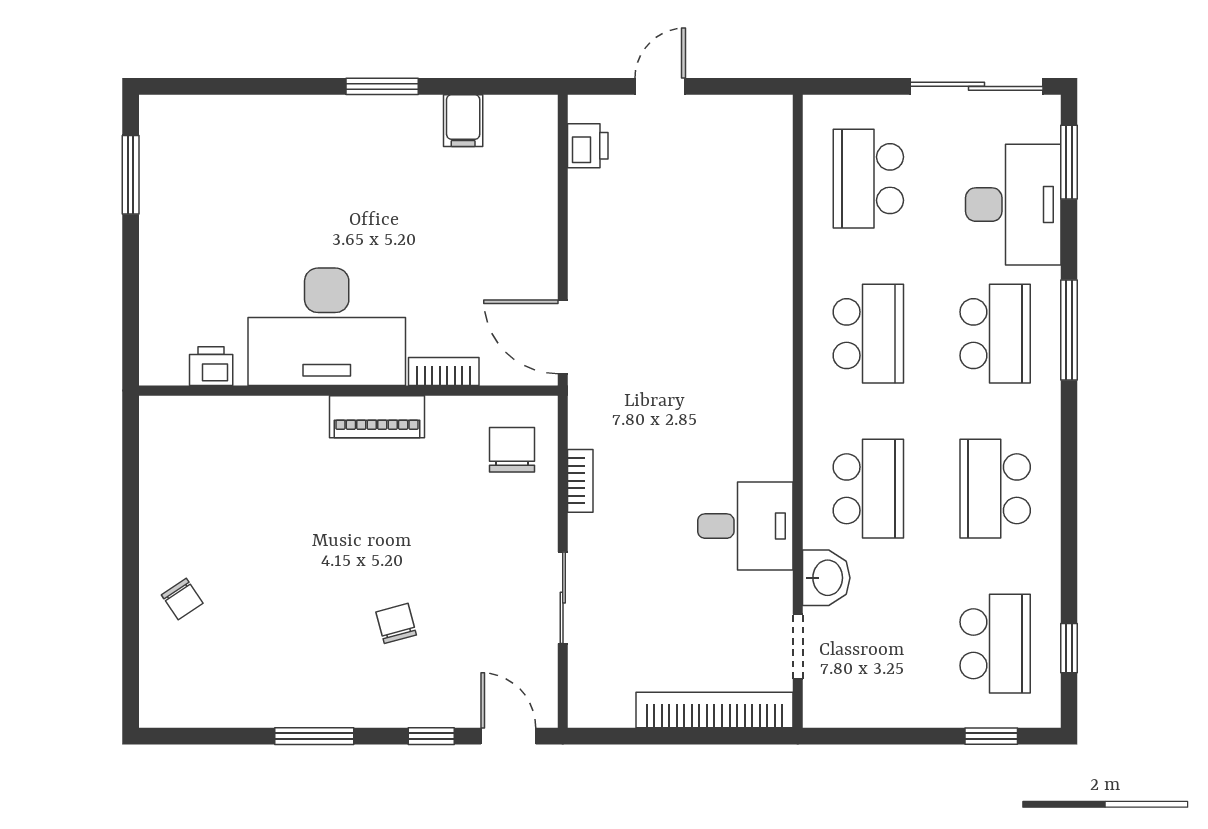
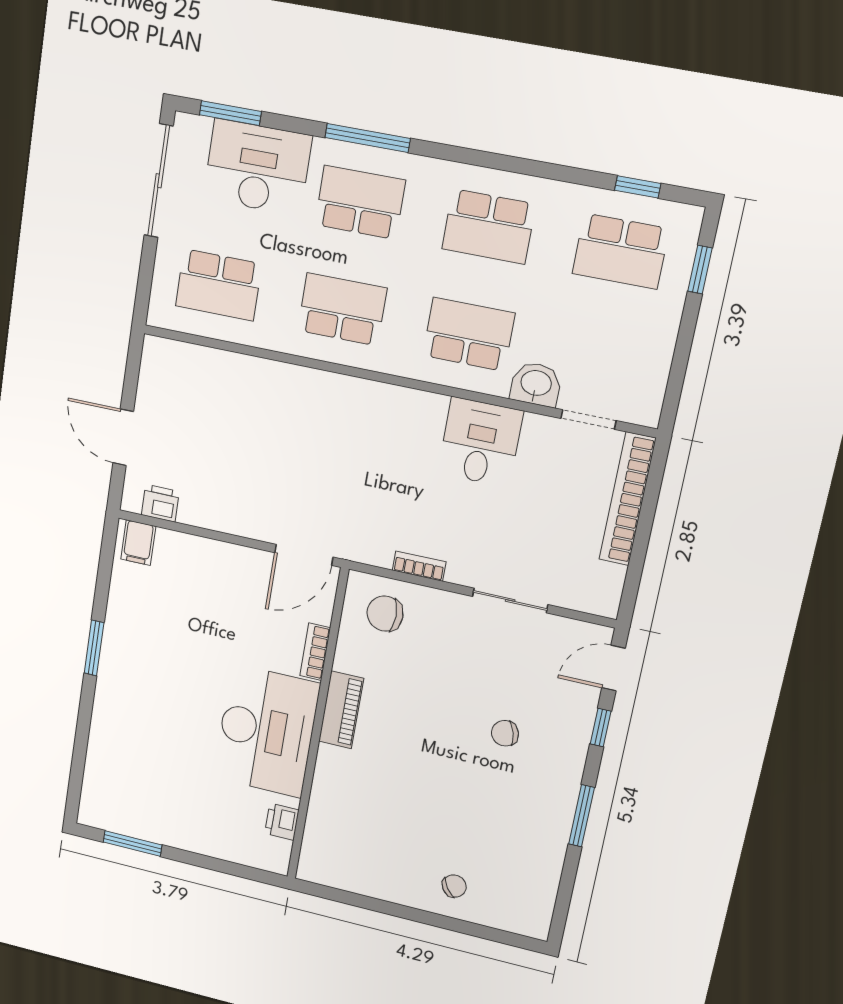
door: (660, 86) -> (123, 437), width x1.37
filing cabinet: (463, 121) -> (138, 543), moved, turned 90
school desk: (995, 644) -> (621, 251), turned 180

